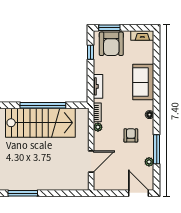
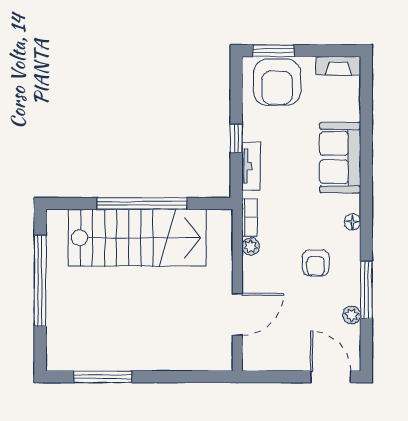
window: (91, 52) -> (236, 138), moved
armchair: (131, 135) -> (316, 263), turned 180

